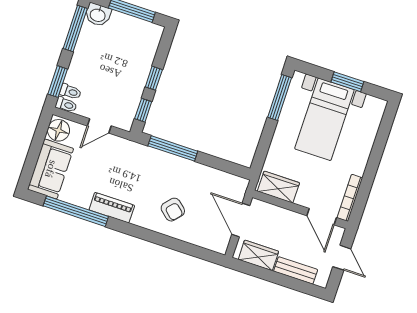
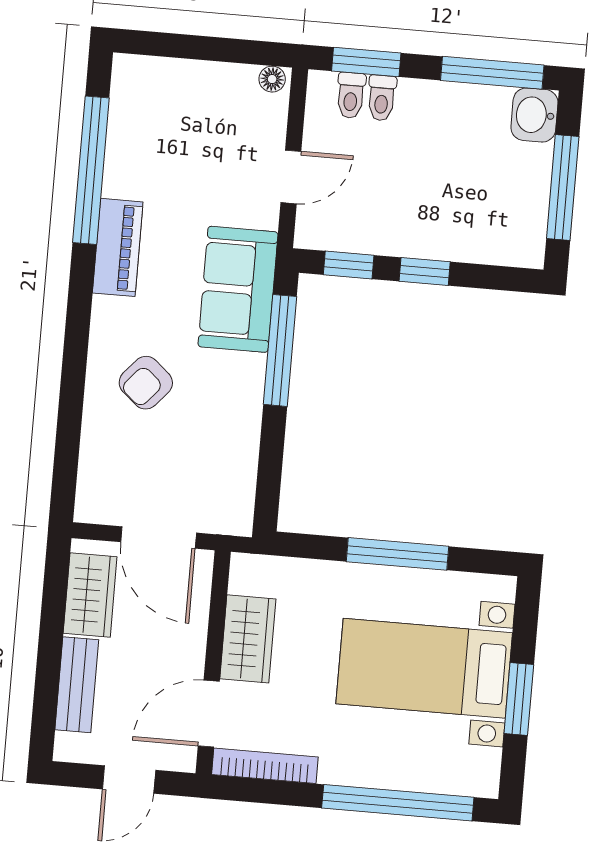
window: (280, 97) -> (397, 554), moved
toilet: (66, 105) -> (382, 98), moved
door: (99, 126) -> (291, 177), swing flipped
floor lamp: (59, 130) -> (272, 79), width x0.53, depth x0.53
window: (379, 145) -> (398, 803), added
sofa: (51, 169) -> (238, 289), moved, turned 90
wardrobe: (278, 187) -> (248, 639), moved
door: (241, 220) -> (159, 537), swing flipped

